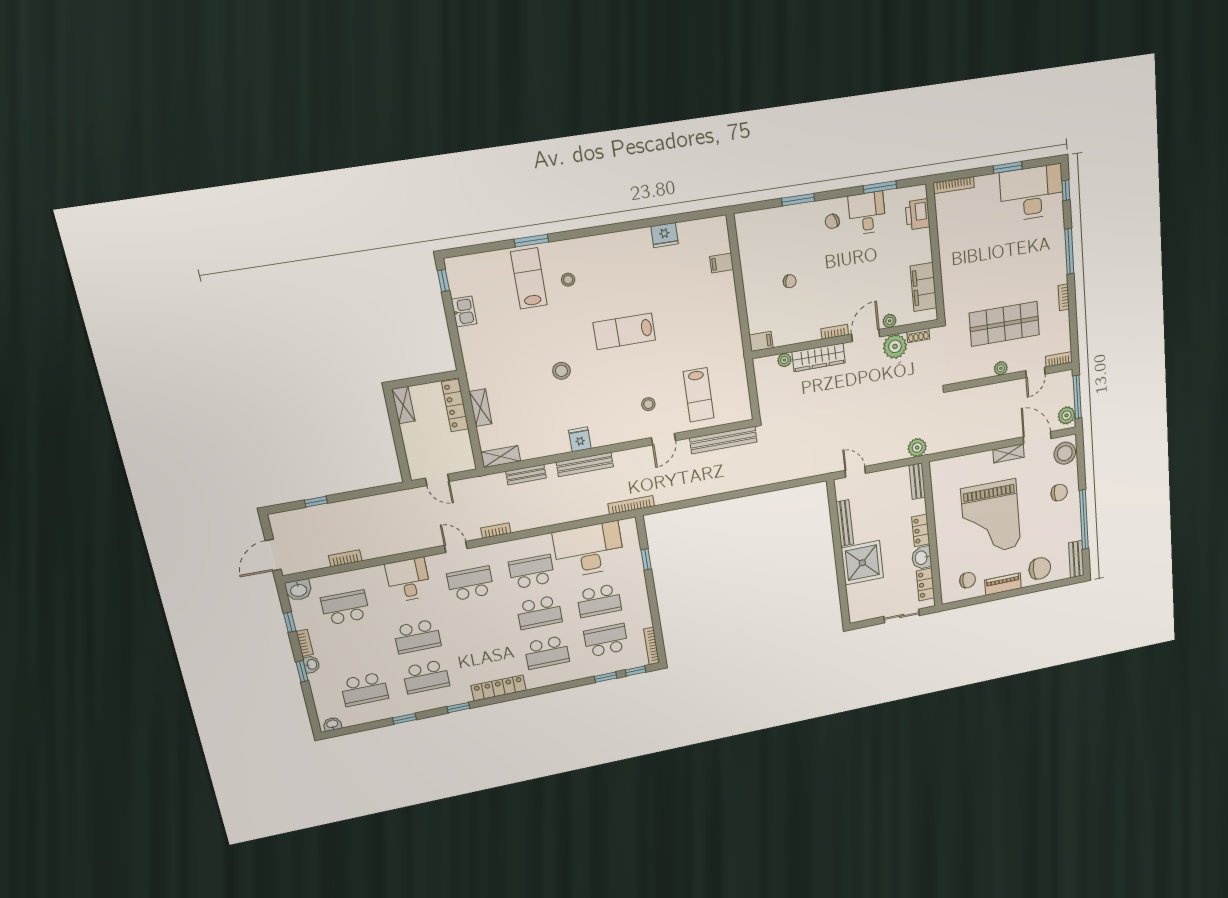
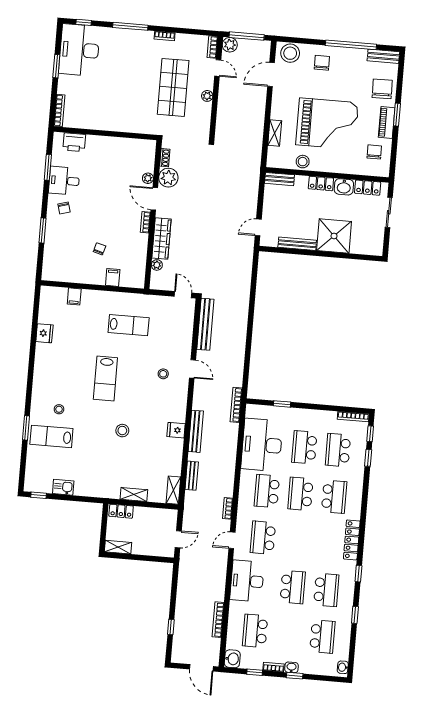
filing cabinet: (923, 287) -> (129, 147), removed
filing cabinet: (761, 341) -> (113, 277), moved
lab bench: (699, 395) -> (129, 325), moved
door: (754, 403) -> (183, 295), added
locker: (455, 405) -> (121, 511), width x0.66
plant: (1067, 415) -> (230, 45), moved
plant: (917, 448) -> (252, 174), removed
shelving: (1009, 453) -> (275, 133), moved
stool: (942, 502) -> (303, 162), added
bookcase: (345, 558) -> (218, 620), width x1.56
desk: (408, 580) -> (247, 581), width x1.37
window: (1014, 593) -> (397, 115), added
school desk: (599, 601) -> (304, 447), turned 180
school desk: (539, 612) -> (300, 494), turned 180

